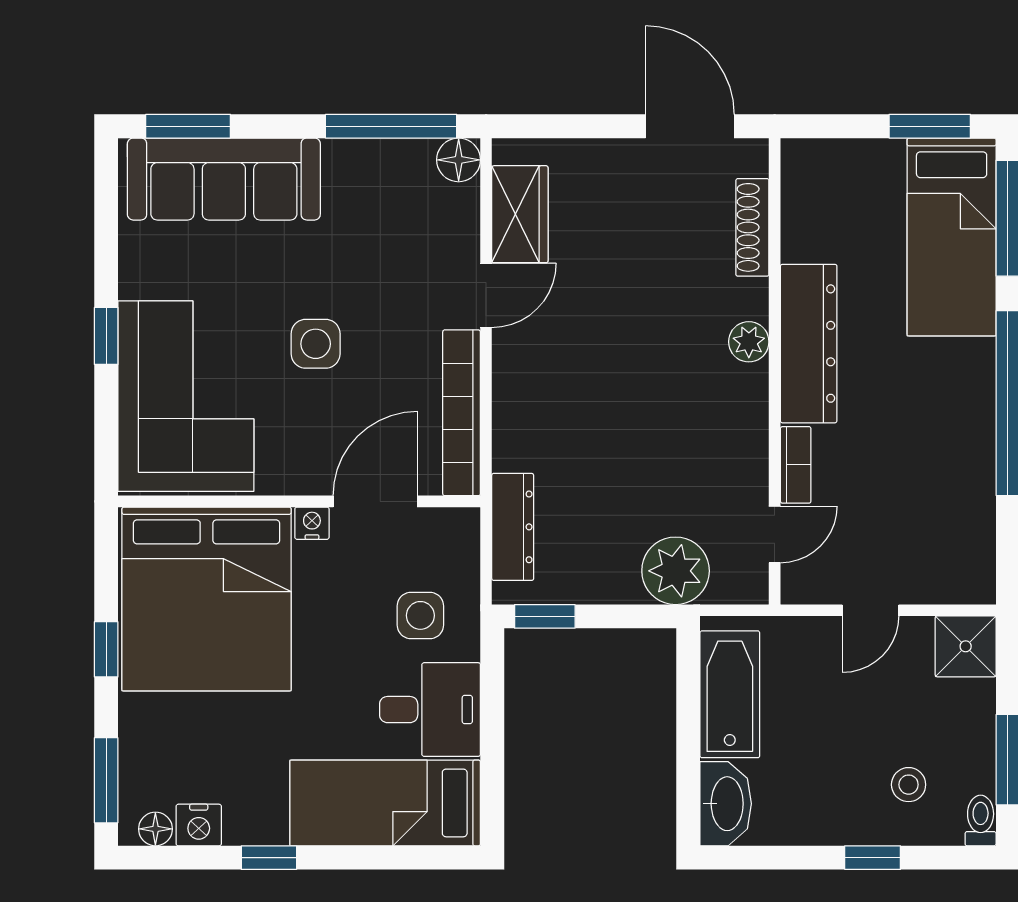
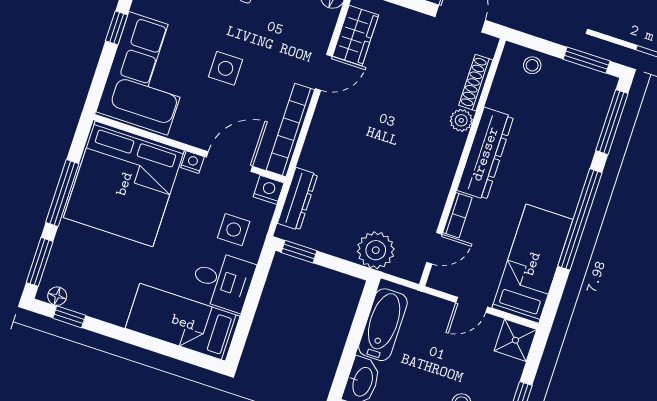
stool: (839, 166) -> (532, 65), added
bed: (952, 237) -> (532, 264), moved, turned 180
plant: (749, 342) -> (461, 120), moved
window: (106, 649) -> (62, 193), width x2.17
nightstand: (199, 825) -> (269, 190), moved, turned 180
window: (269, 858) -> (69, 317), moved

